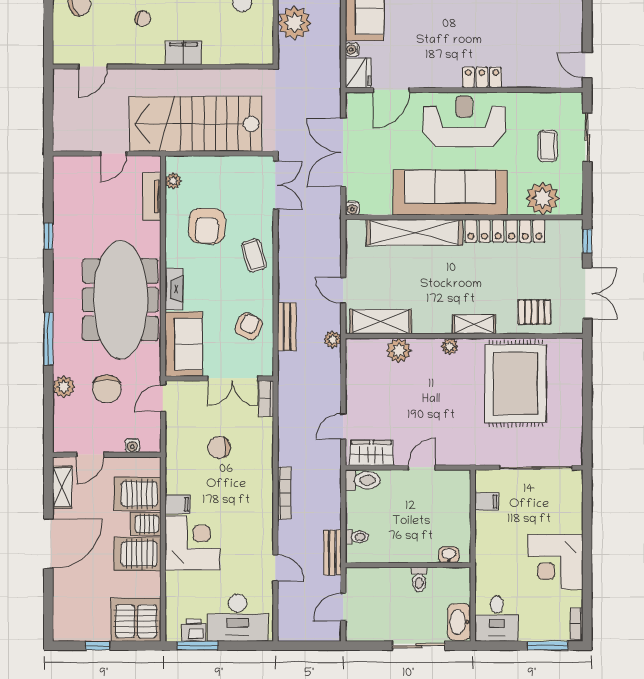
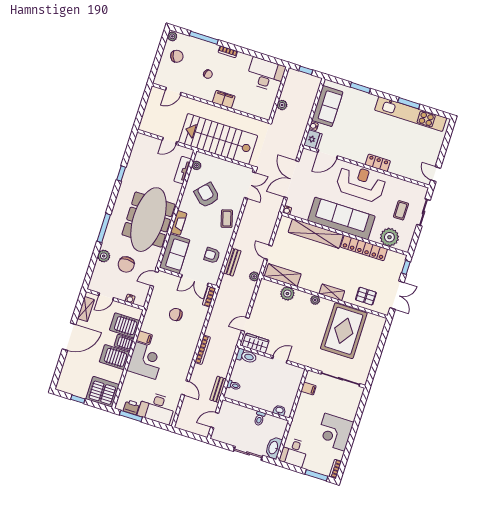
plant: (294, 23) -> (282, 105), width x0.53, depth x0.53
armchair: (207, 226) -> (207, 195), turned 130
armchair: (249, 326) -> (212, 255), turned -115

